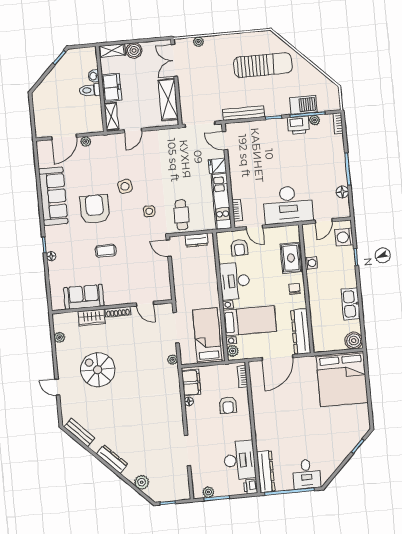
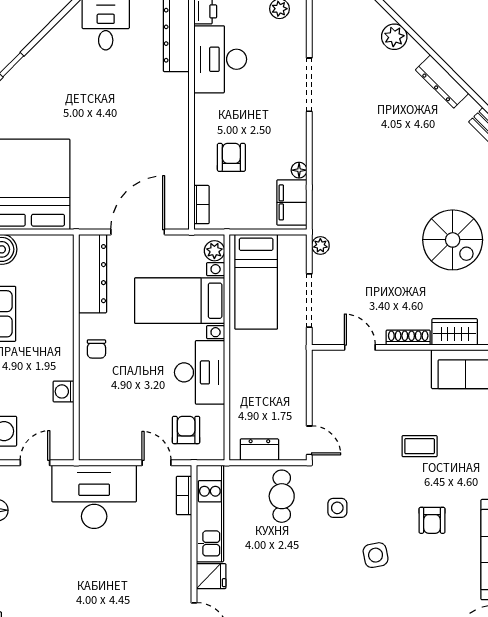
armchair: (95, 209) -> (432, 520), width x0.53, depth x0.53
rug: (291, 258) -> (98, 404), removed

